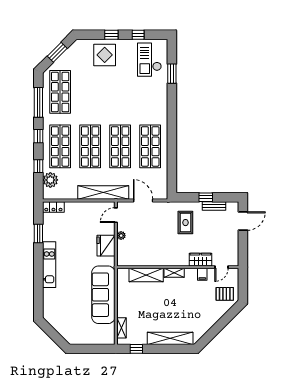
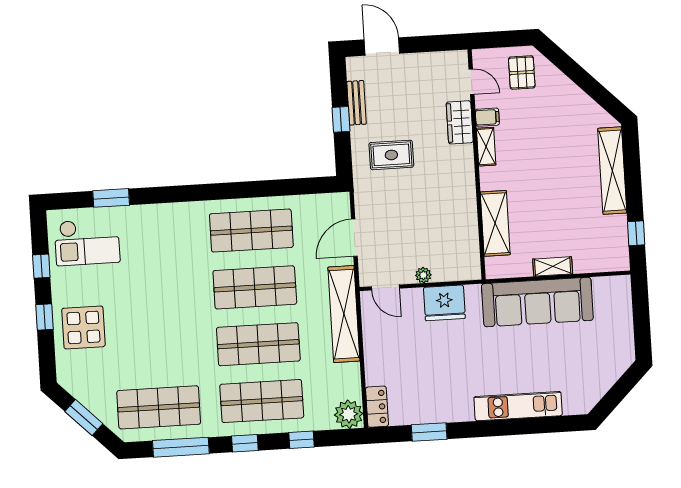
plant: (50, 180) -> (349, 414), moved
kitchen unit: (49, 265) -> (518, 406), moved
shelving: (174, 273) -> (486, 147), moved
shelving: (122, 328) -> (553, 266), moved

